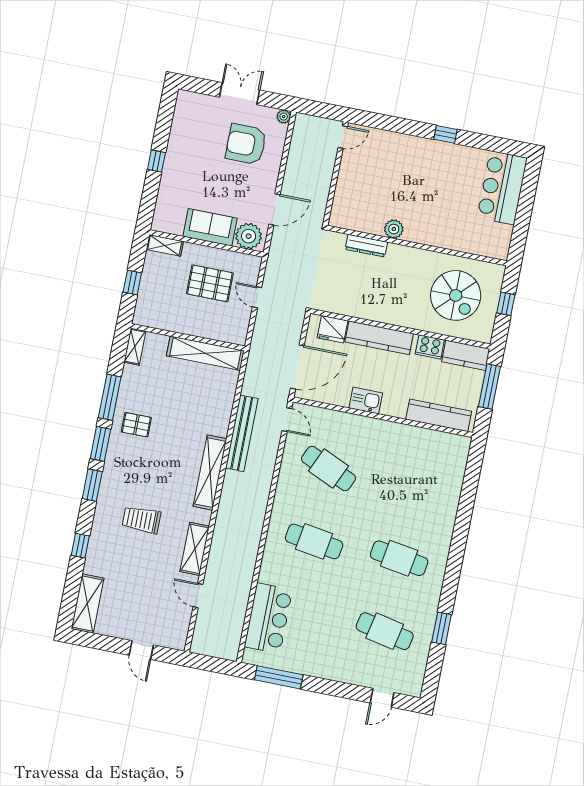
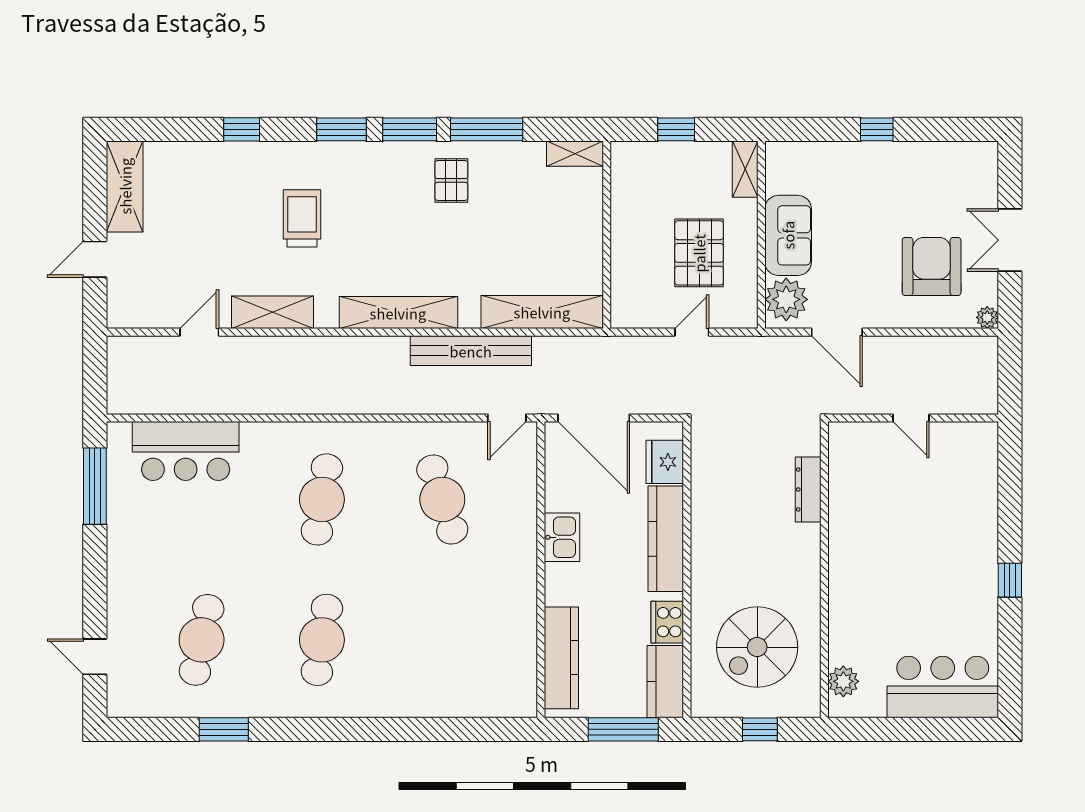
double door: (239, 94) -> (1010, 240), swing flipped
door: (343, 137) -> (911, 418), moved
plant: (394, 229) -> (843, 681), moved
shelving: (205, 353) -> (542, 312), moved, turned 90
cafe table: (328, 468) -> (442, 499), turned -42
shelving: (87, 604) -> (125, 186), moved, turned 90

